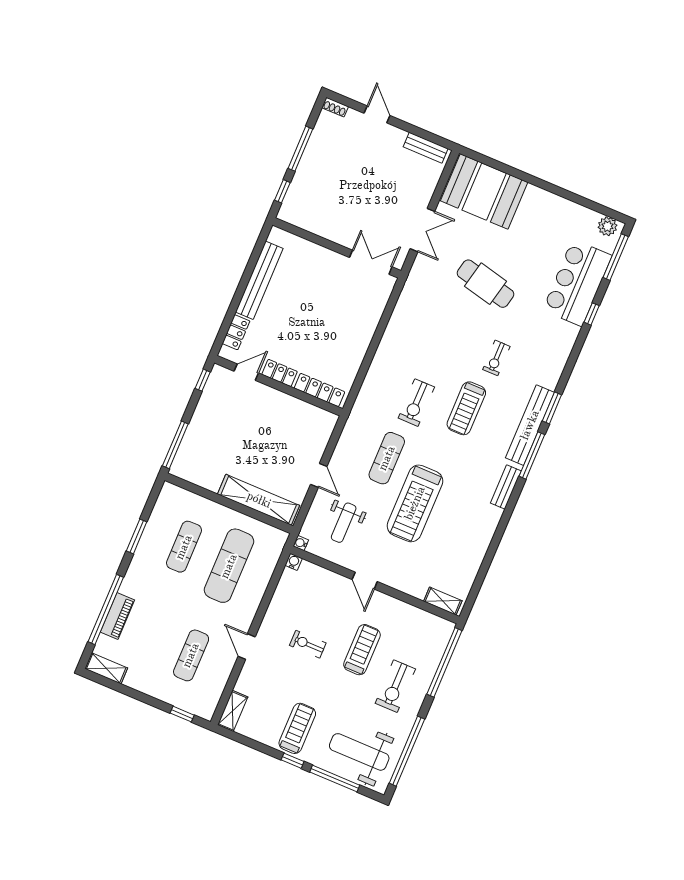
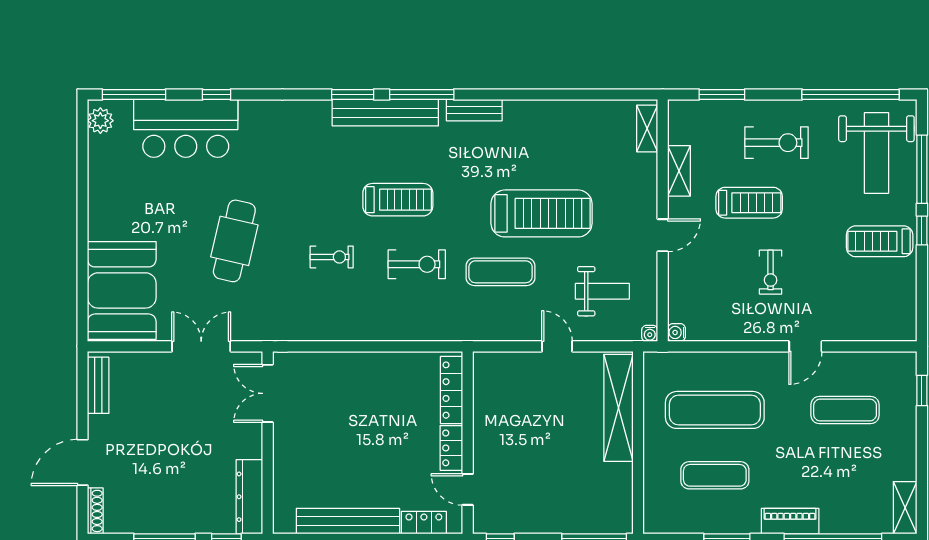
shoe rack: (335, 107) -> (95, 511), width x1.43
door: (377, 114) -> (82, 462), width x1.38
dresser: (305, 220) -> (249, 497), added
exercise bike: (496, 358) -> (332, 257), moved
door: (319, 475) -> (557, 346), hinge flipped
piano: (117, 616) -> (790, 521), moved
treadmill: (362, 650) -> (749, 203), turned 180
window: (444, 662) -> (722, 95), width x0.47
shelving: (233, 711) -> (679, 171), moved, turned 90

